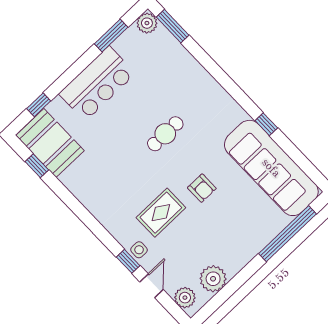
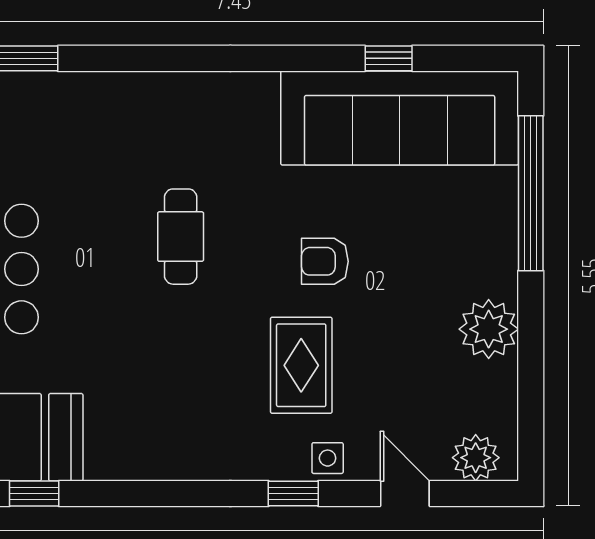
window: (266, 124) -> (389, 58), moved
armchair: (202, 188) -> (325, 261), turned 180
window: (128, 261) -> (293, 493), moved
plant: (213, 279) -> (489, 329), moved

